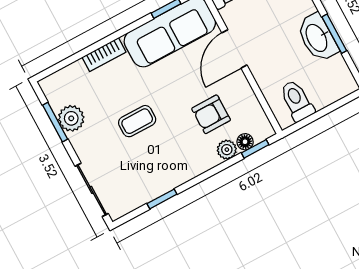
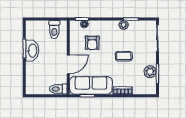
armchair: (211, 114) -> (92, 43), turned 90
plant: (227, 150) -> (124, 25), moved

